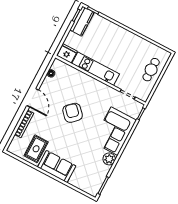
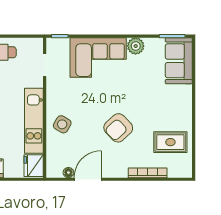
side table: (84, 86) -> (62, 124), added
door: (33, 98) -> (88, 179), moved
armchair: (73, 113) -> (118, 128), moved
sofa: (57, 167) -> (179, 61), moved

